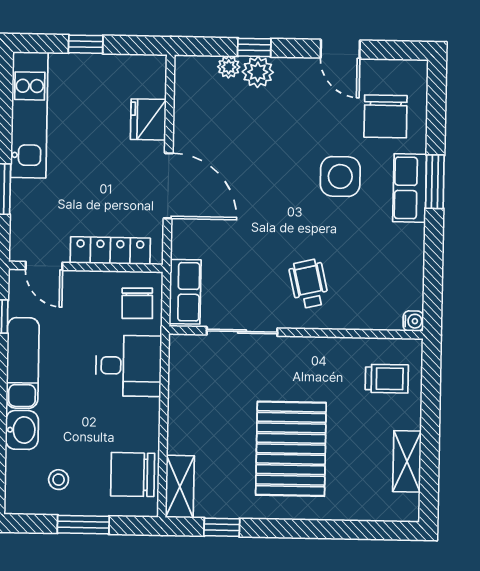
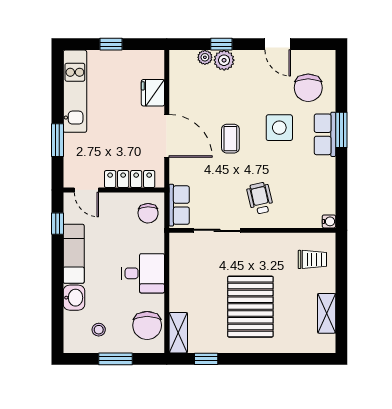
coffee table: (265, 192) -> (230, 139), added
desk: (129, 366) -> (143, 273), moved
chair: (133, 475) -> (147, 325), turned -90

